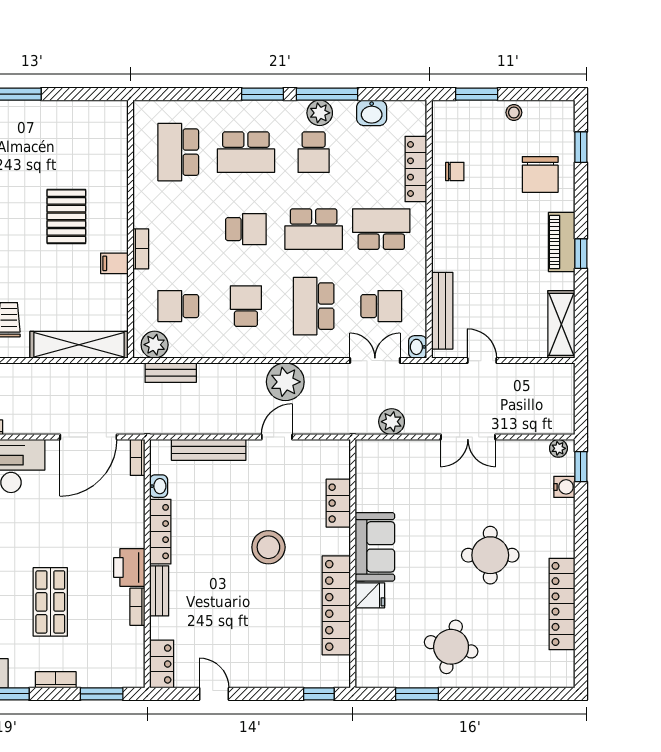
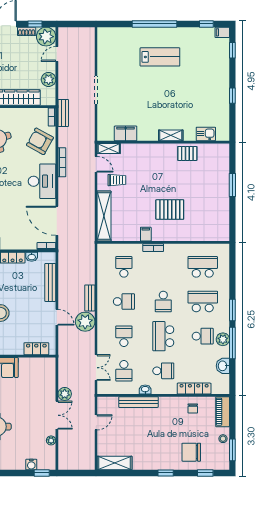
window: (477, 94) -> (232, 450), moved
school desk: (246, 152) -> (203, 302), turned 90
school desk: (314, 152) -> (203, 336), turned 180
school desk: (381, 229) -> (163, 371), width x0.54
piano: (562, 242) -> (223, 412), moved, turned -90
window: (581, 254) -> (166, 473), moved
school desk: (314, 306) -> (124, 336), width x0.54
bench: (442, 311) -> (138, 402), moved
plant: (155, 345) -> (104, 255), removed
washbasin: (418, 347) -> (145, 389), moved
bench: (171, 373) -> (90, 298), moved
plant: (392, 422) -> (65, 394), moved
double door: (468, 437) -> (57, 415), swing flipped
plant: (558, 448) -> (51, 440), moved
locker: (338, 503) -> (36, 349), moved

